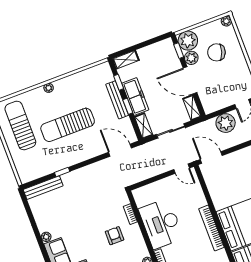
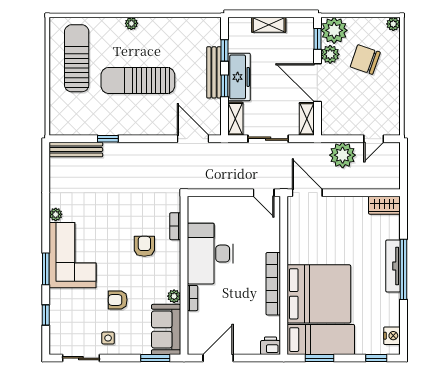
shelving: (126, 60) -> (269, 25), moved

